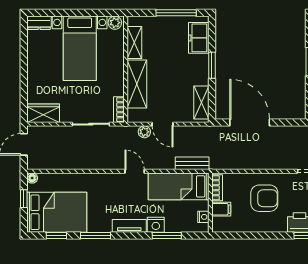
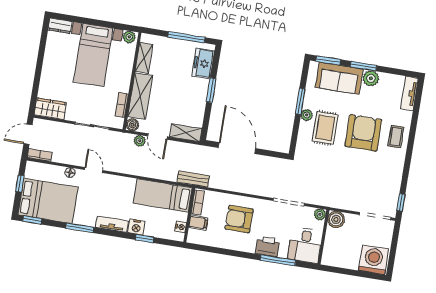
shelving: (201, 103) -> (186, 133), moved, turned 90
bookcase: (119, 110) -> (122, 105), moved
boiler: (134, 116) -> (132, 125), added
bench: (192, 163) -> (193, 179), moved
bookcase: (40, 164) -> (40, 155), added
door: (135, 171) -> (94, 170), moved
floor lamp: (32, 178) -> (70, 173), moved
armchair: (264, 198) -> (239, 219), turned 180
window: (56, 236) -> (32, 220), moved
window: (167, 236) -> (145, 238), width x0.67

